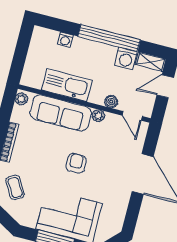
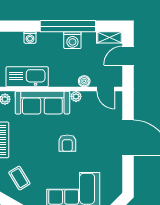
washing machine: (126, 58) -> (72, 40), moved
kitchen sink: (67, 85) -> (27, 77), moved
armchair: (76, 163) -> (67, 143), turned 180

